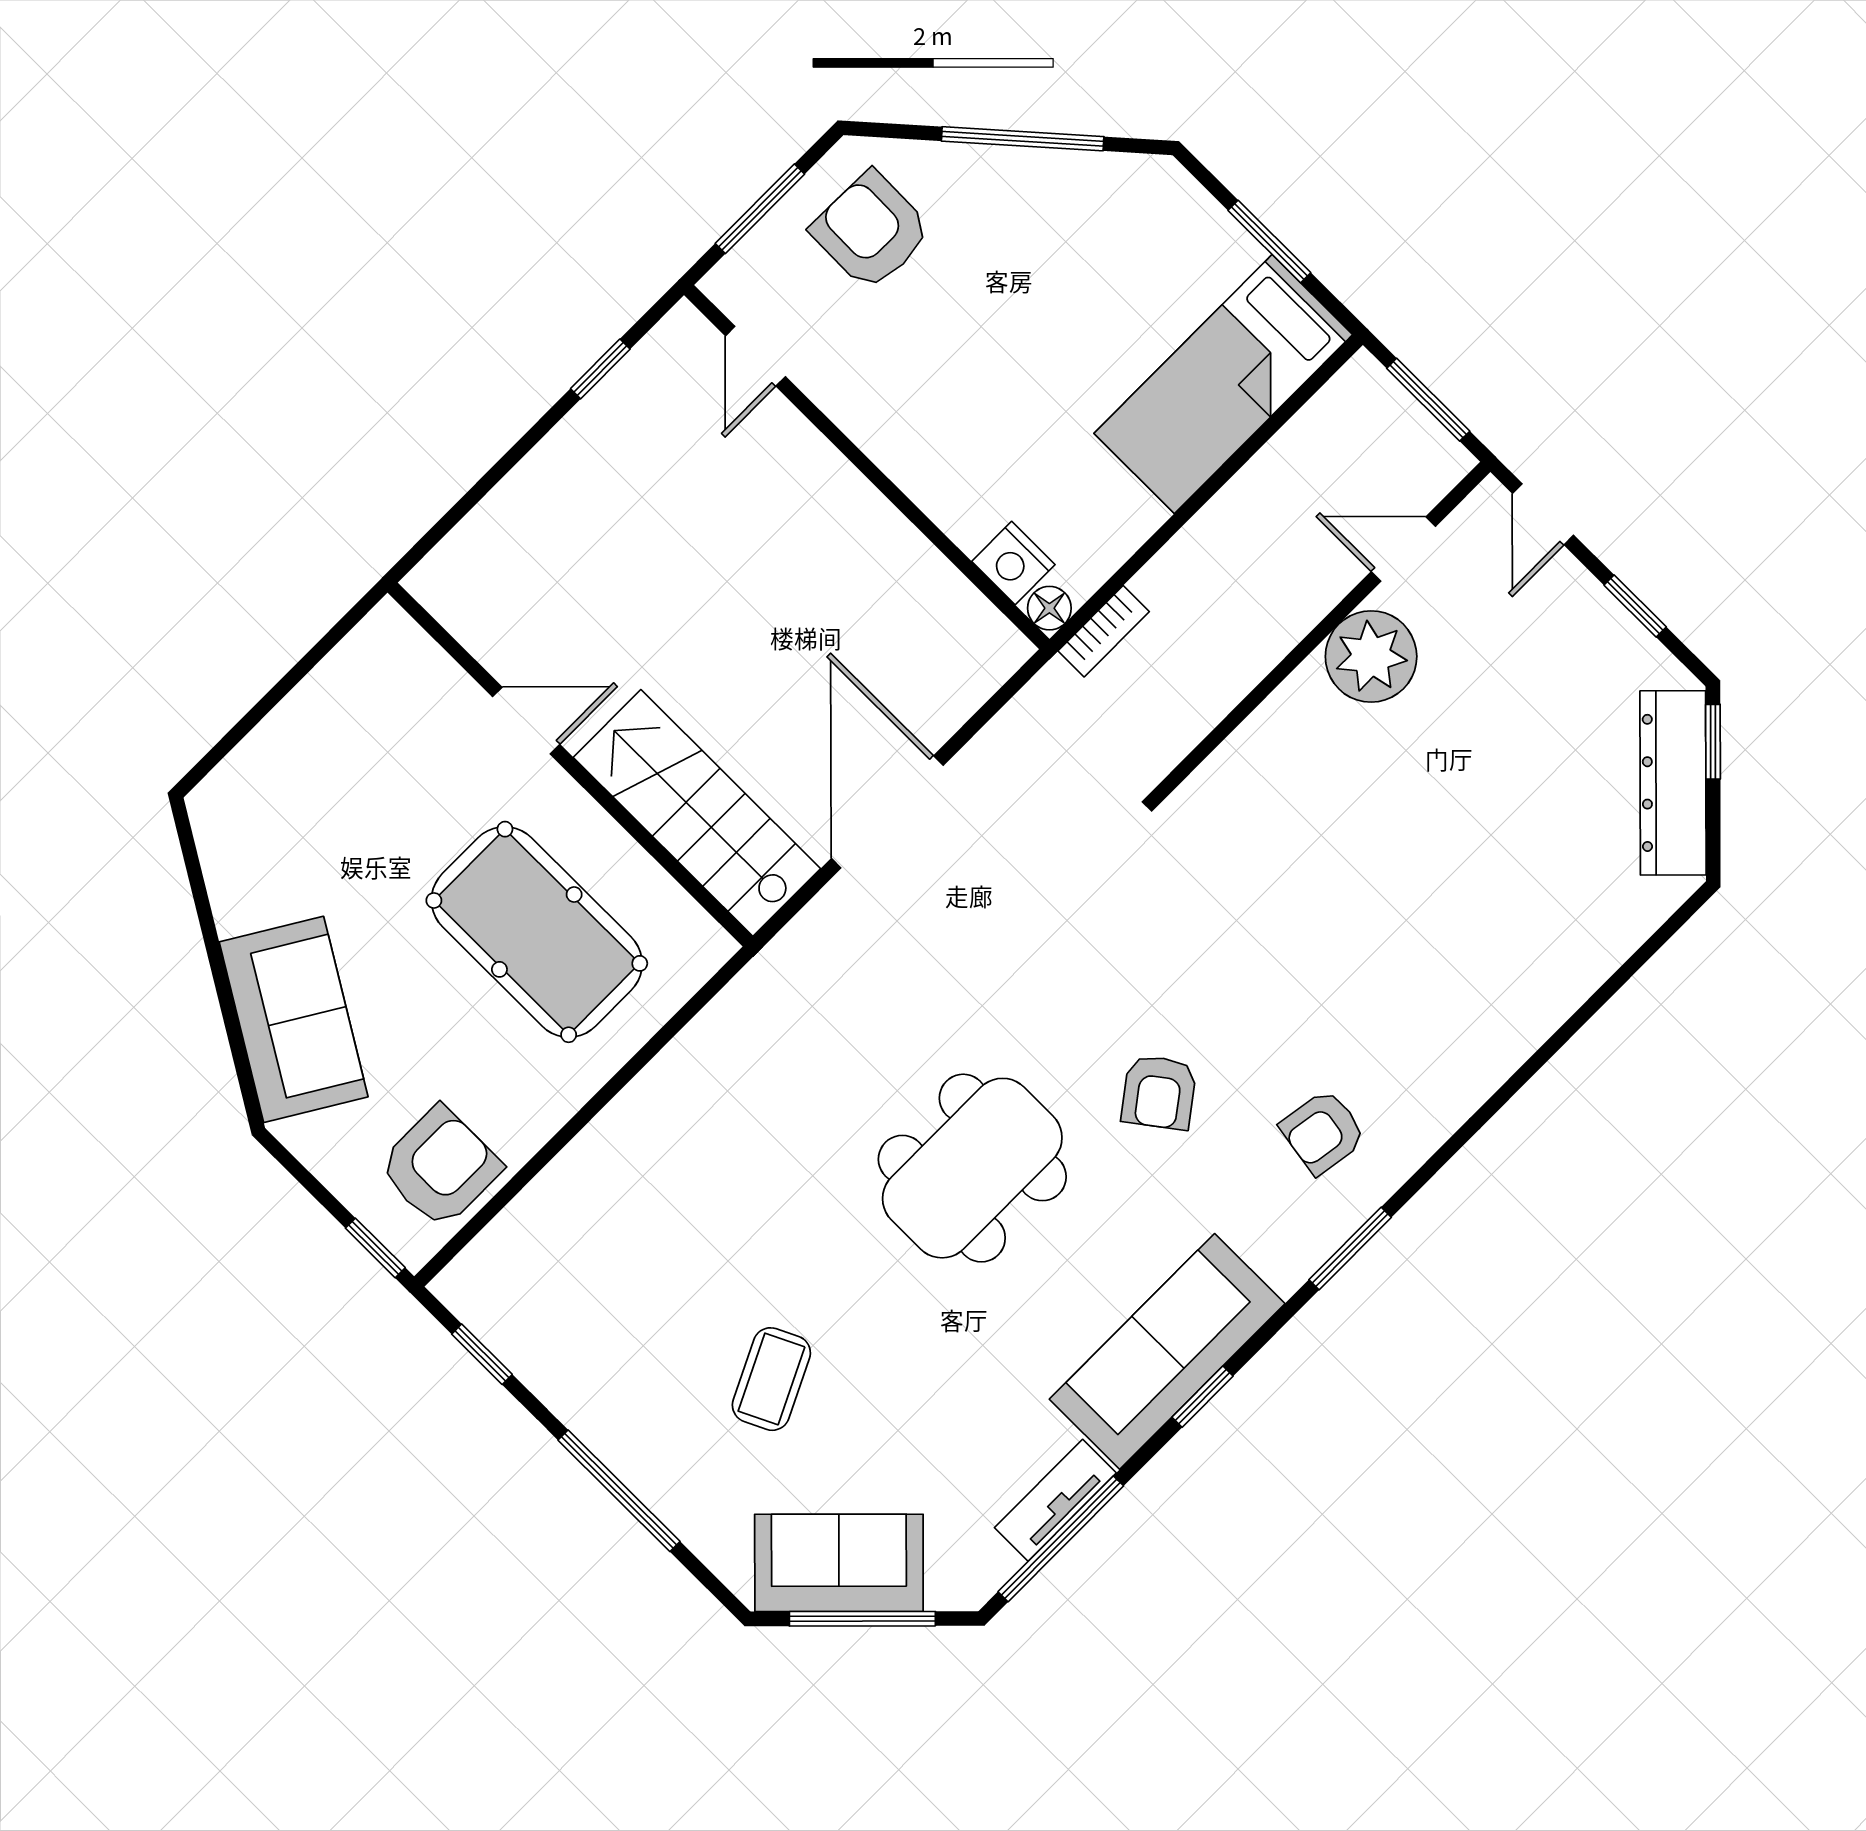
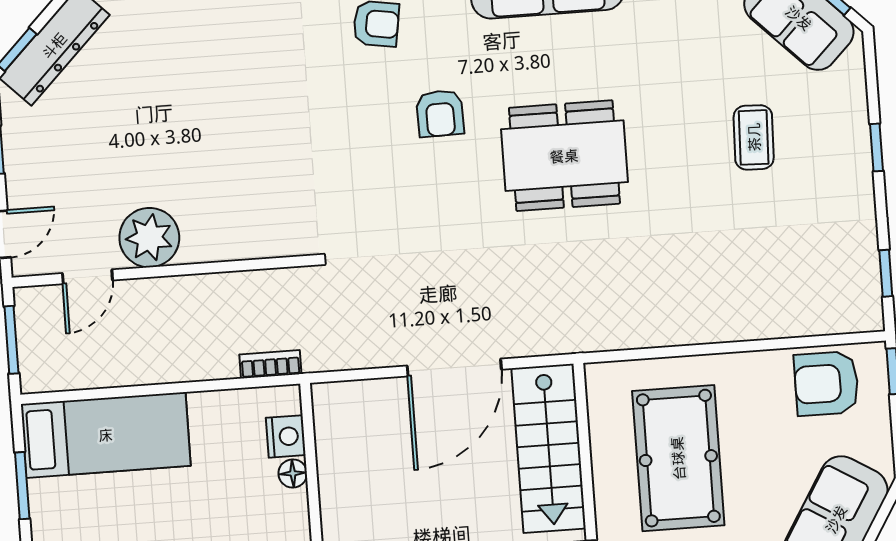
door: (1403, 549) -> (87, 277), hinge flipped
floor lamp: (1049, 608) -> (293, 473), moved
armchair: (1159, 1092) -> (440, 113), turned 126
coffee table: (771, 1379) -> (754, 137), turned -62
window: (619, 1491) -> (877, 147), width x0.46

